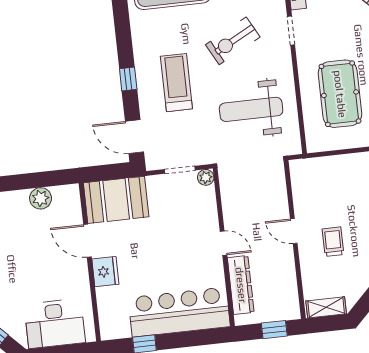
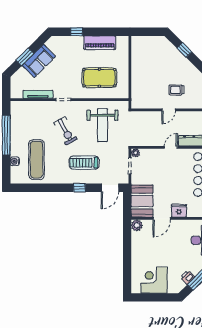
plant: (41, 198) -> (137, 225), moved

